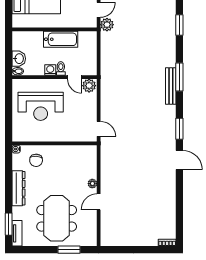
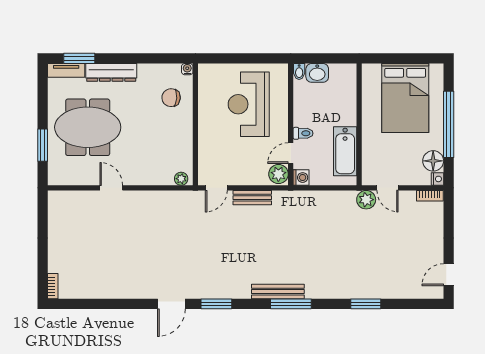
bathtub: (61, 39) -> (345, 151), moved
washing machine: (50, 70) -> (301, 178), moved
bench: (106, 104) -> (252, 198), added
plant: (92, 184) -> (181, 179), moved
dresser: (18, 188) -> (111, 72), moved

